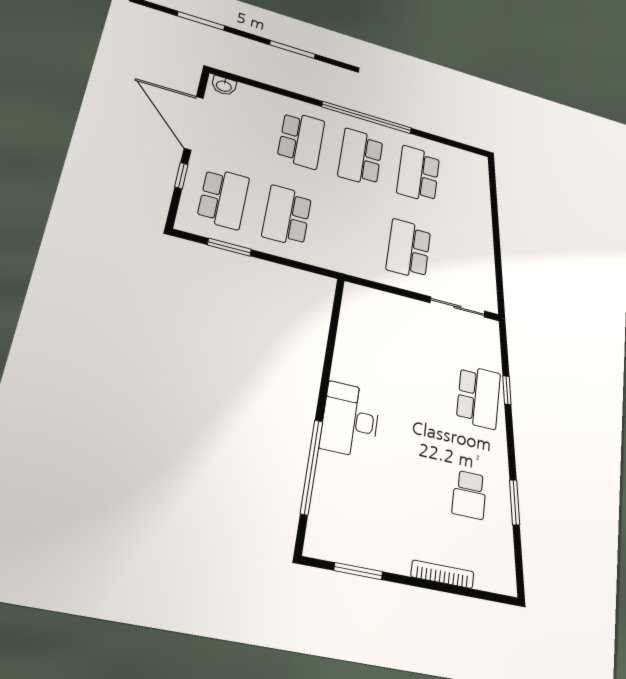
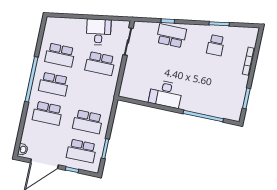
school desk: (301, 140) -> (48, 113), turned 180
school desk: (223, 198) -> (81, 151), turned 180
desk: (470, 250) -> (99, 32), added
desk: (350, 420) -> (166, 94), moved
school desk: (469, 495) -> (216, 45), turned 90

